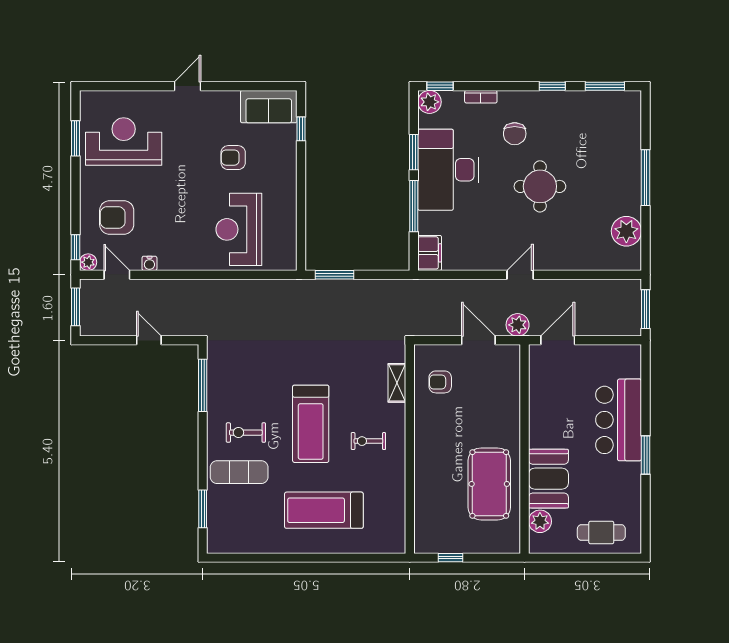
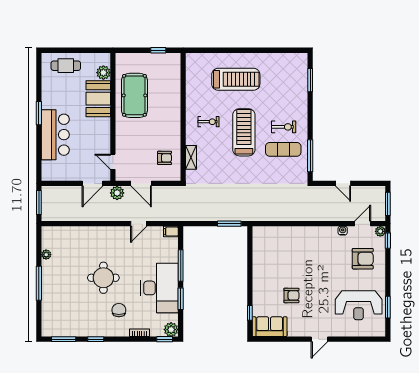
reception desk: (239, 229) -> (288, 251), removed
plant: (626, 231) -> (46, 255), width x0.53, depth x0.53
filing cabinet: (430, 253) -> (171, 232), width x0.50
door: (117, 275) -> (363, 224), swing flipped
door: (520, 275) -> (139, 224), moved
door: (524, 376) -> (113, 162), added
exercise mat: (239, 472) -> (283, 149), moved

